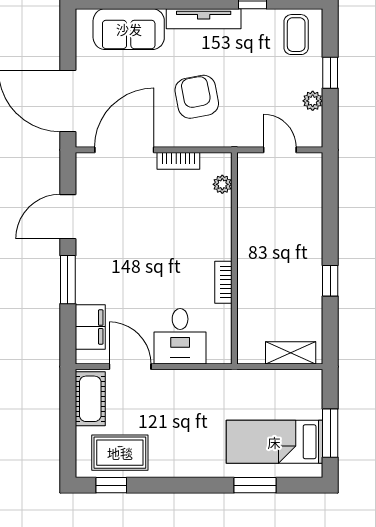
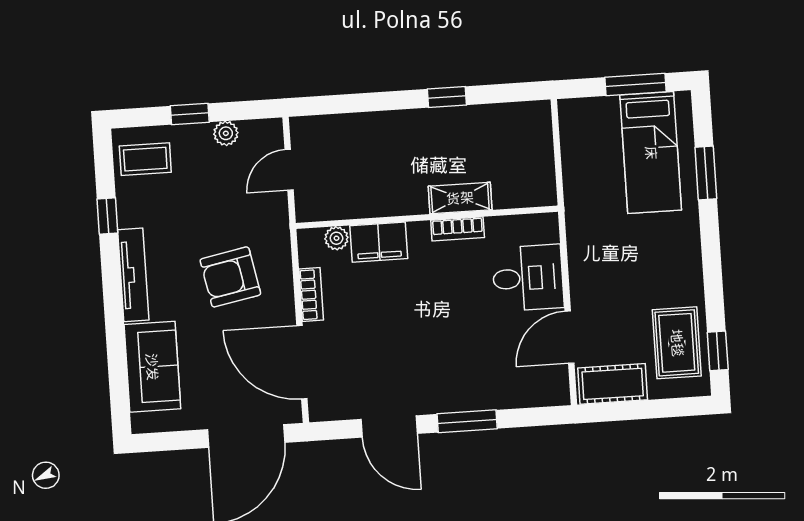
filing cabinet: (90, 327) -> (379, 242), moved, turned 180
shelving: (291, 353) -> (460, 198), moved, turned 90

